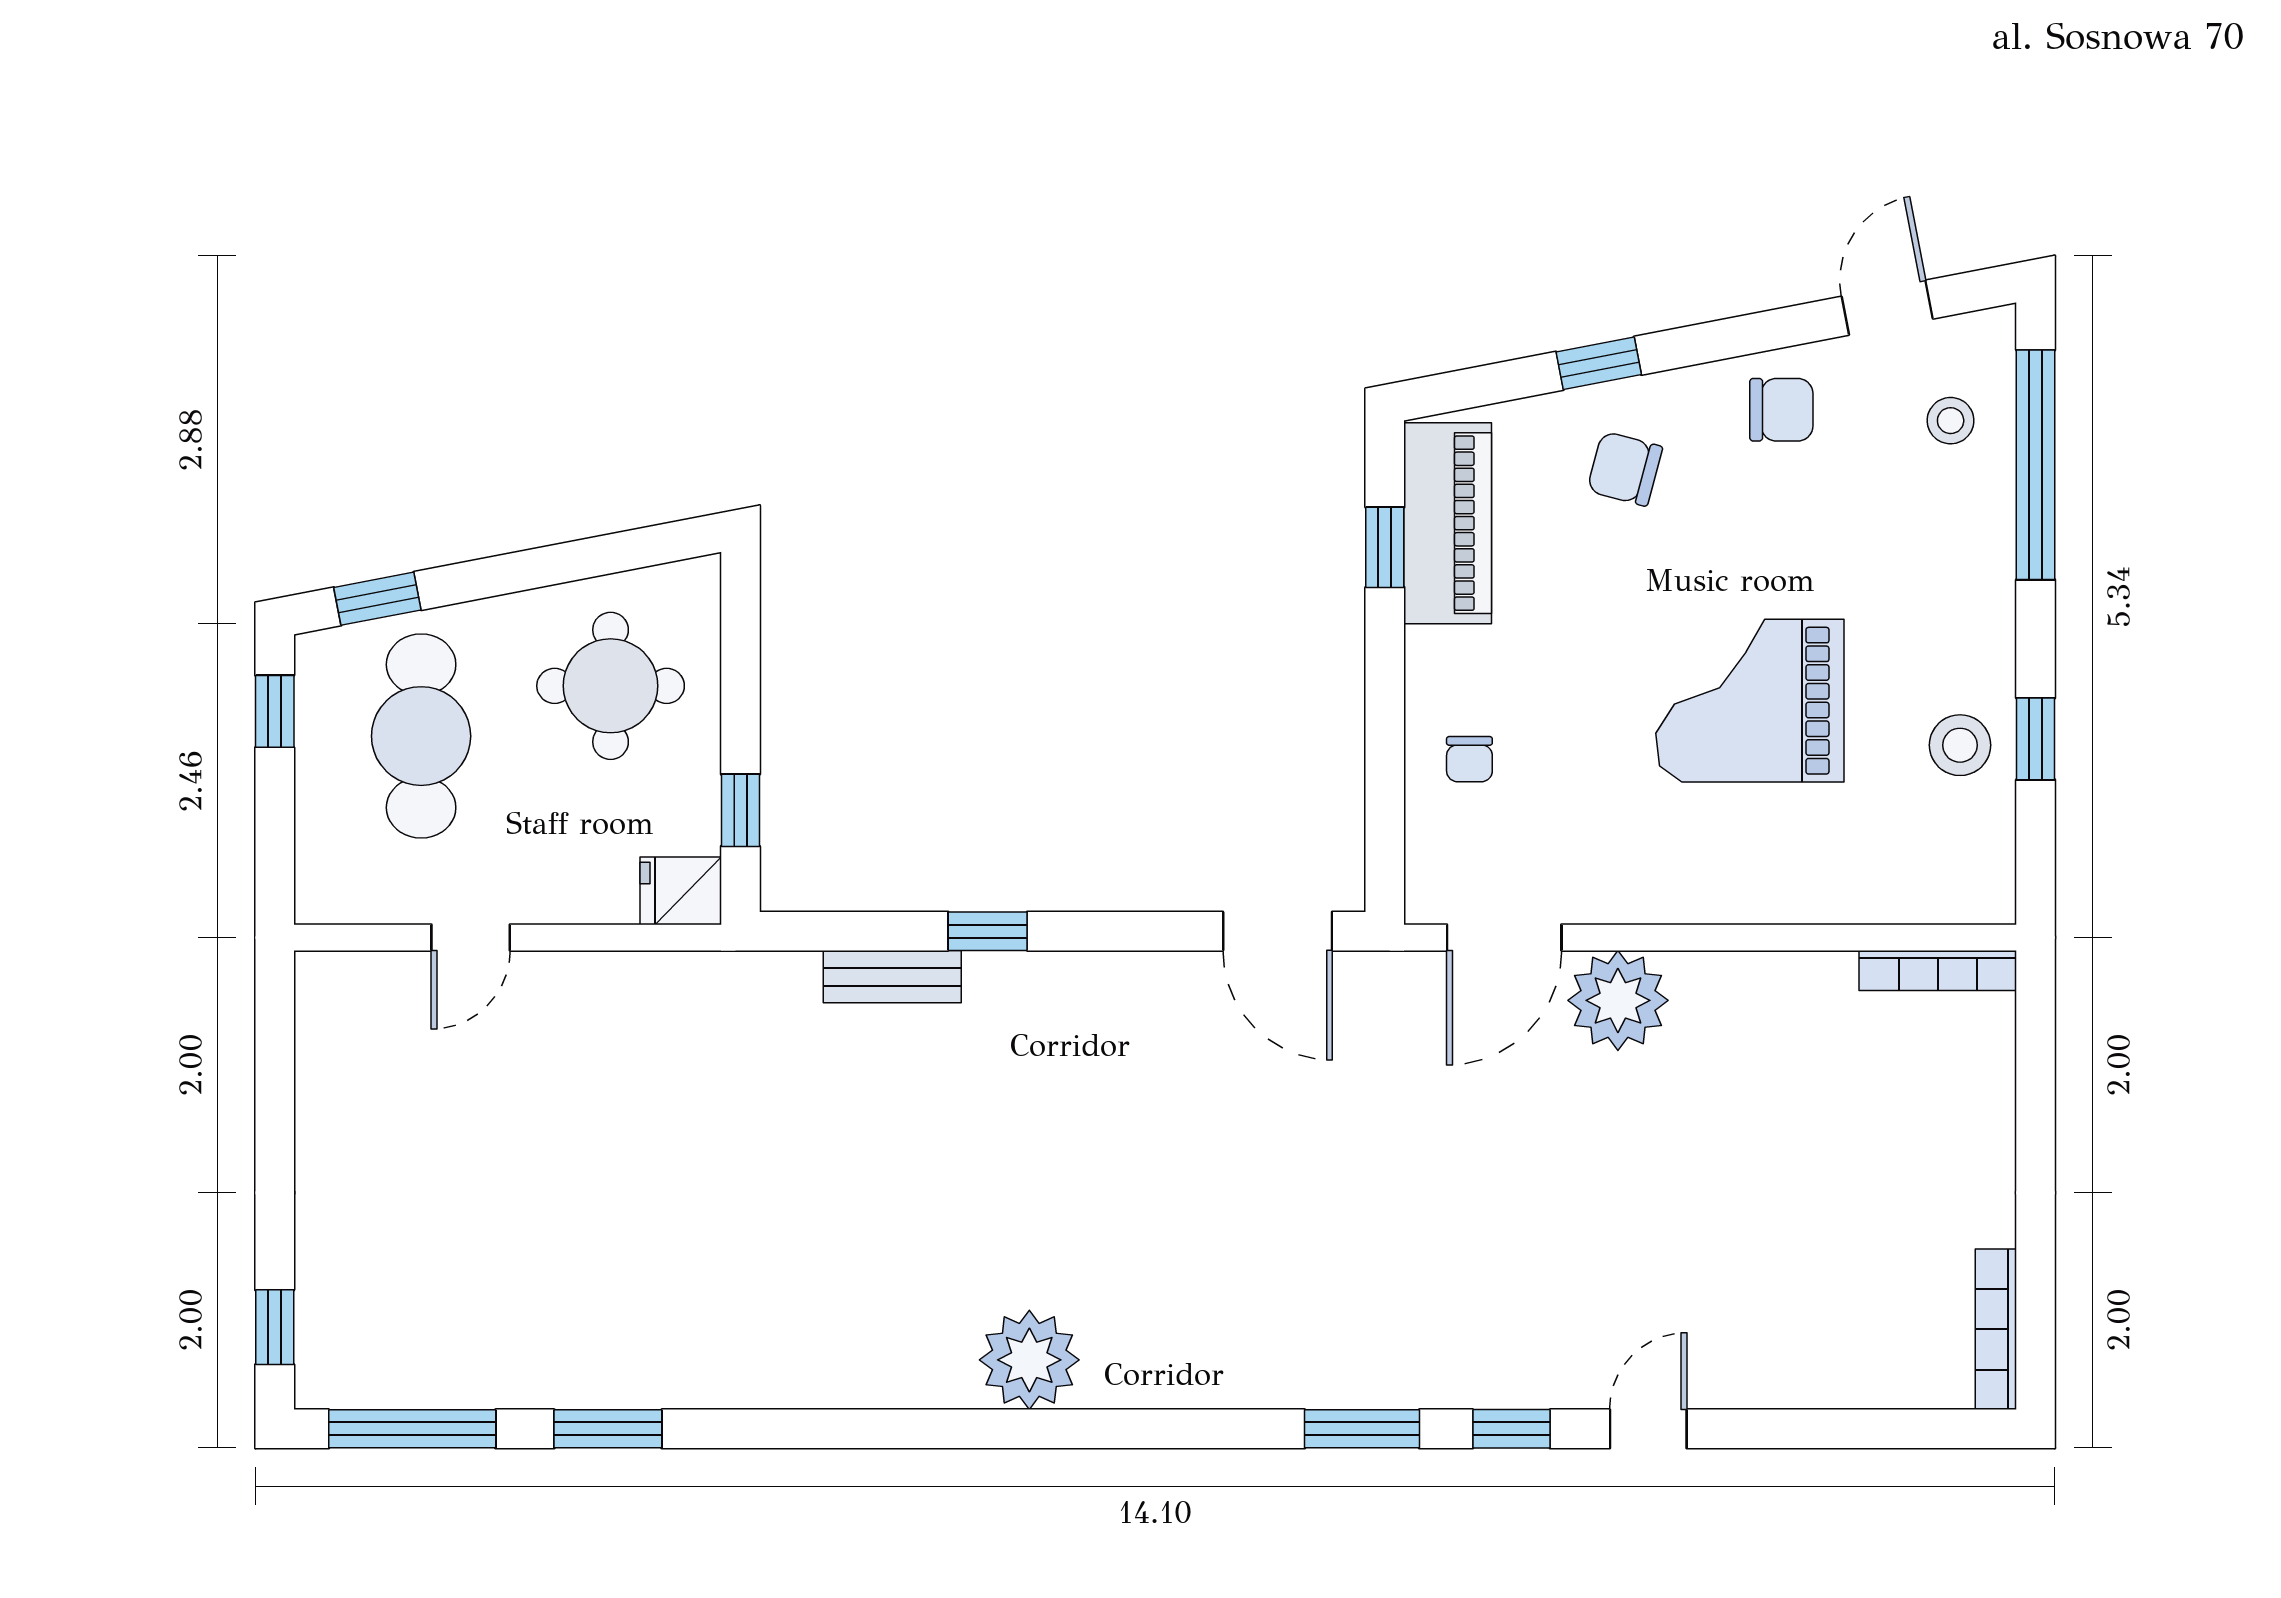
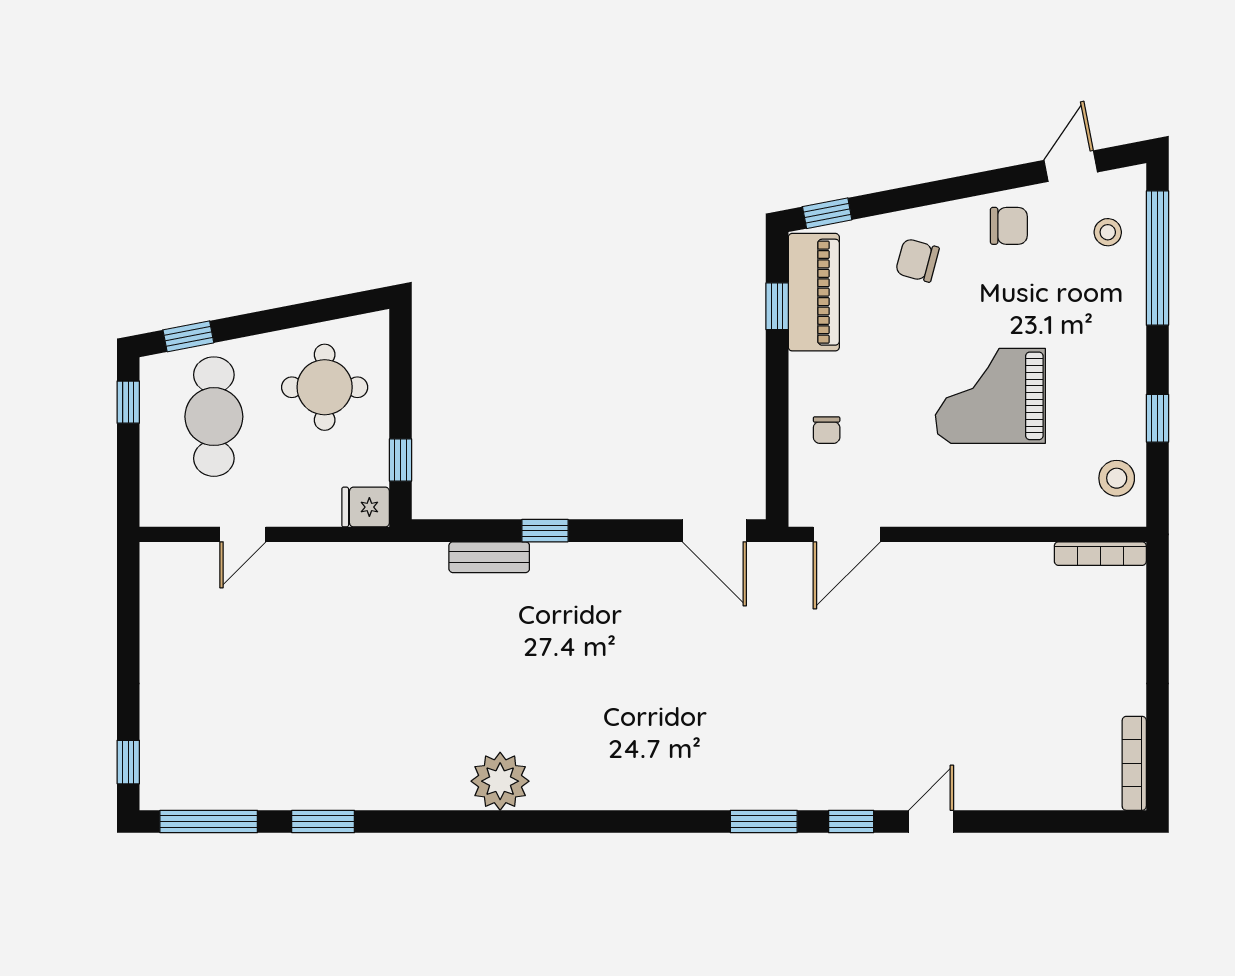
window: (1599, 363) -> (827, 213), moved
stool: (1960, 745) -> (1117, 478), moved
plant: (1618, 1000) -> (913, 571), removed
plant: (1029, 1360) -> (500, 781), moved

